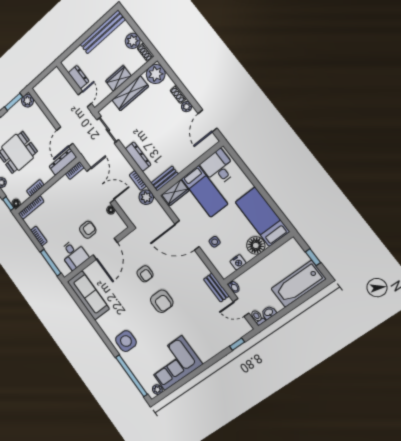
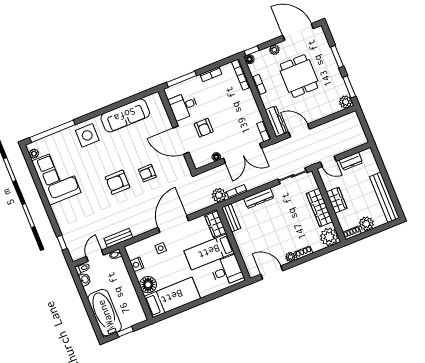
sofa: (88, 295) -> (125, 115), moved

